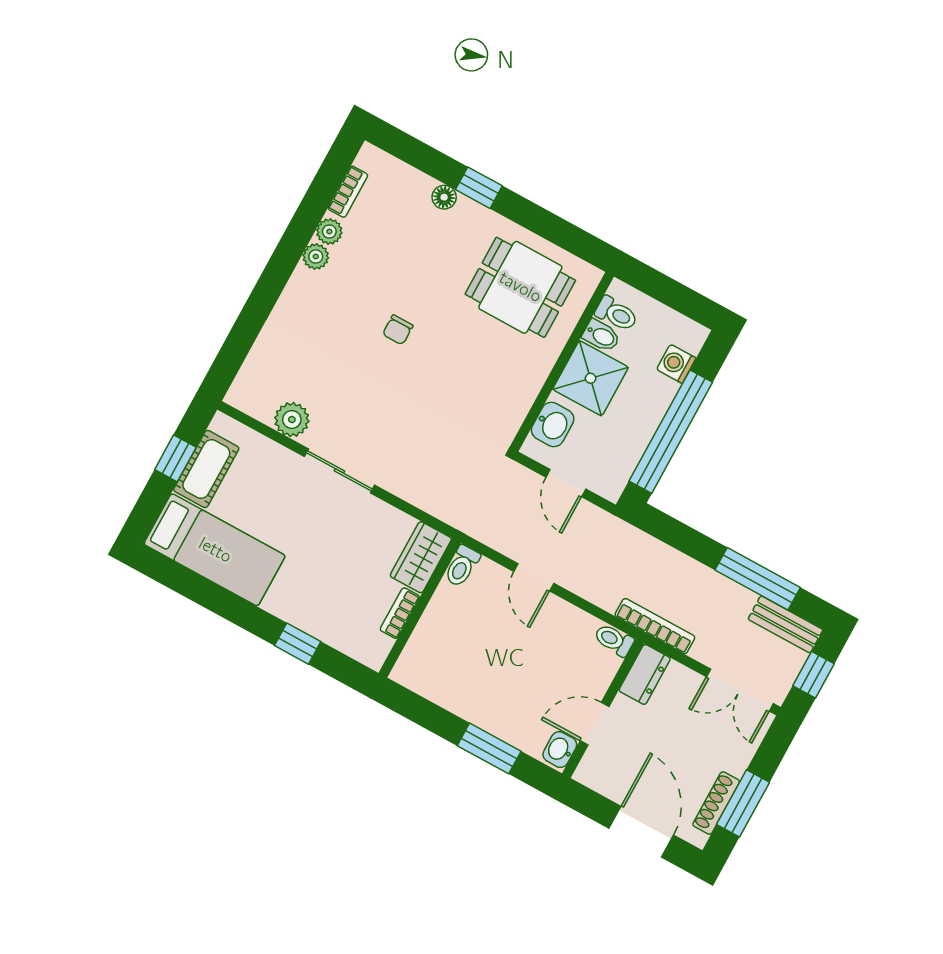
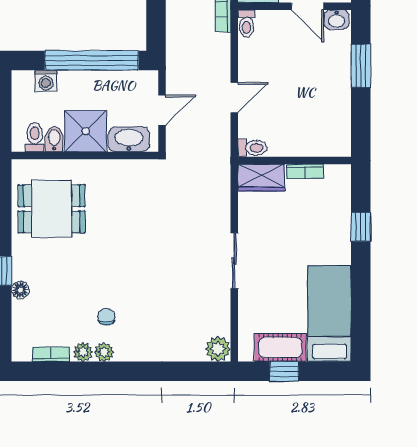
dining table: (520, 287) -> (52, 209), turned 90
chair: (398, 330) -> (106, 317), moved, turned -90
plant: (292, 420) -> (218, 349), moved
washbasin: (553, 425) -> (129, 139), width x1.38

